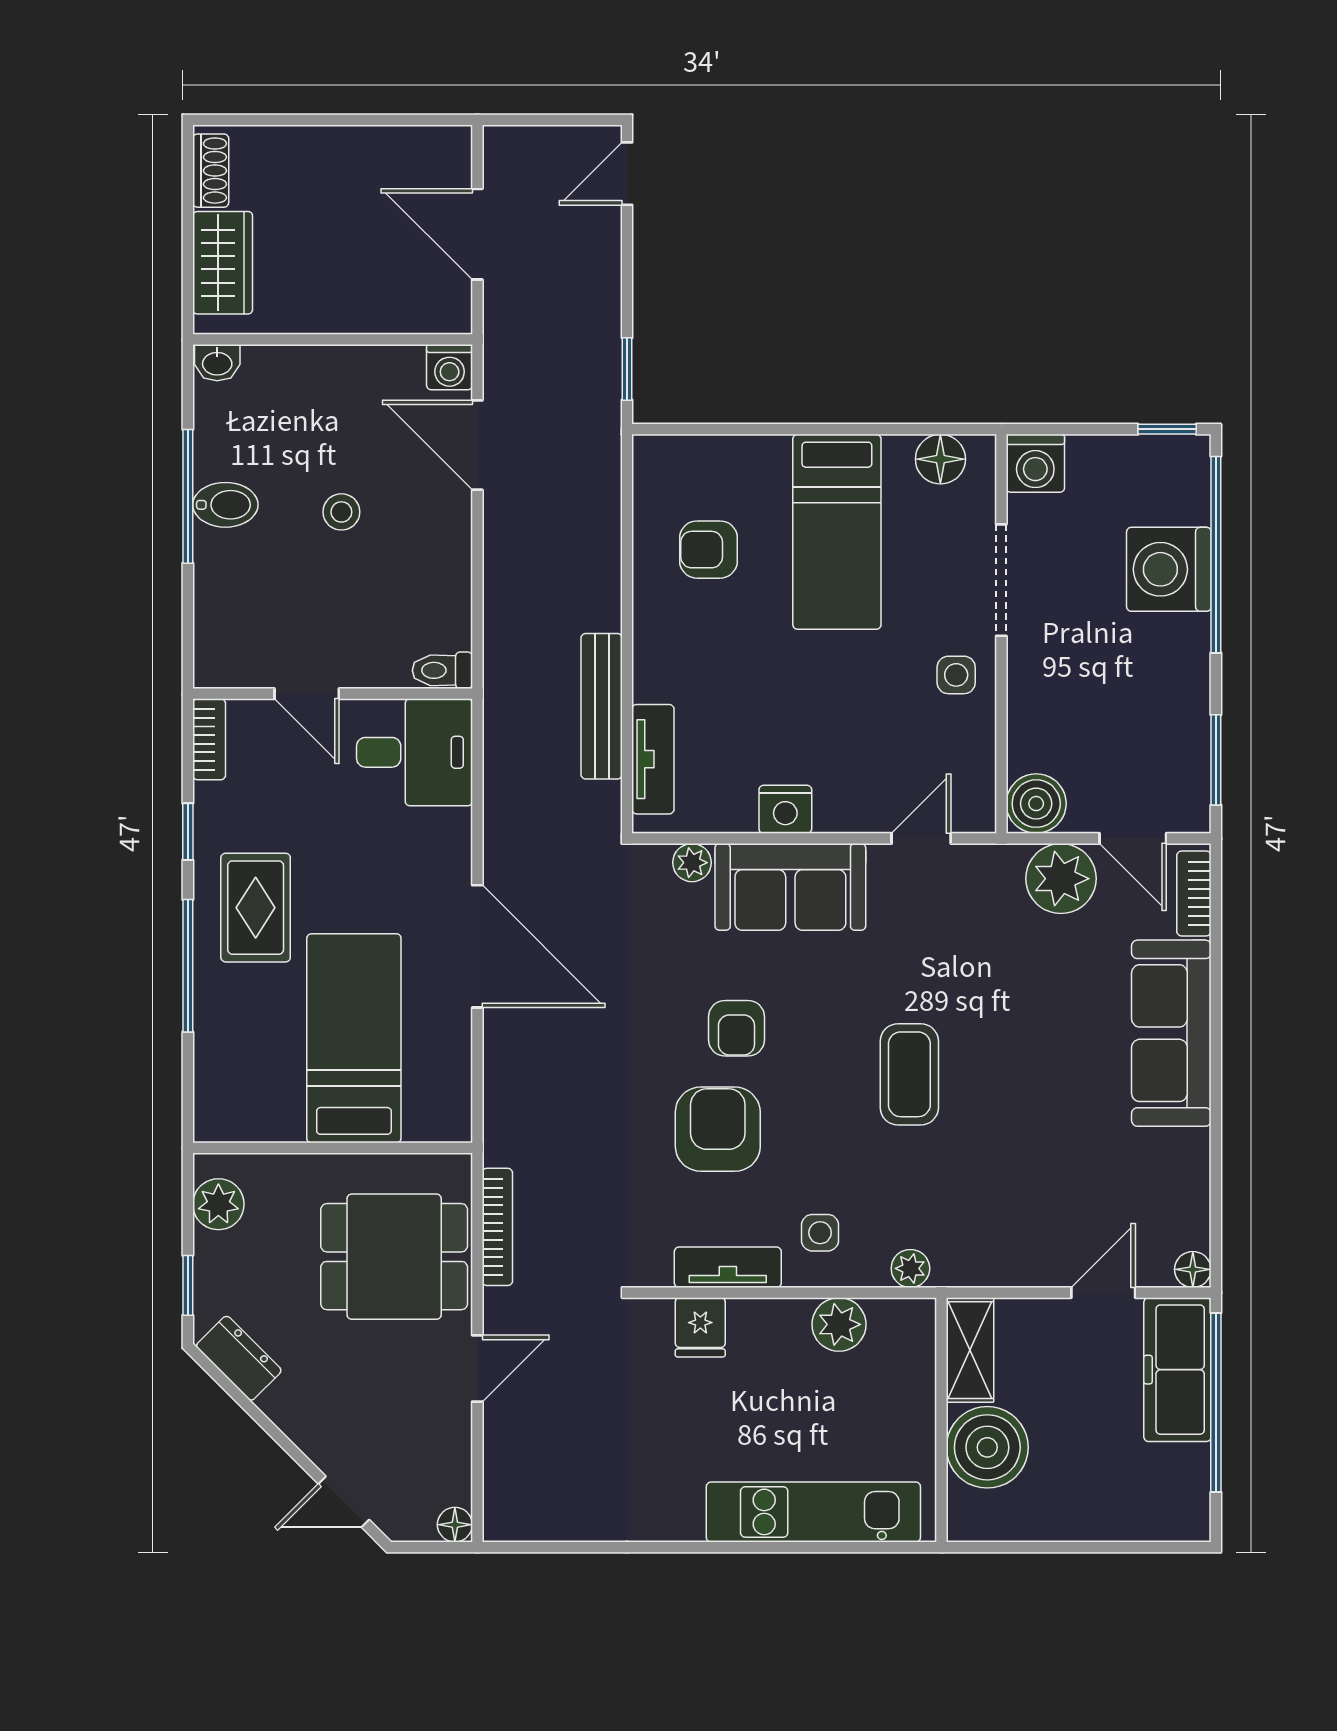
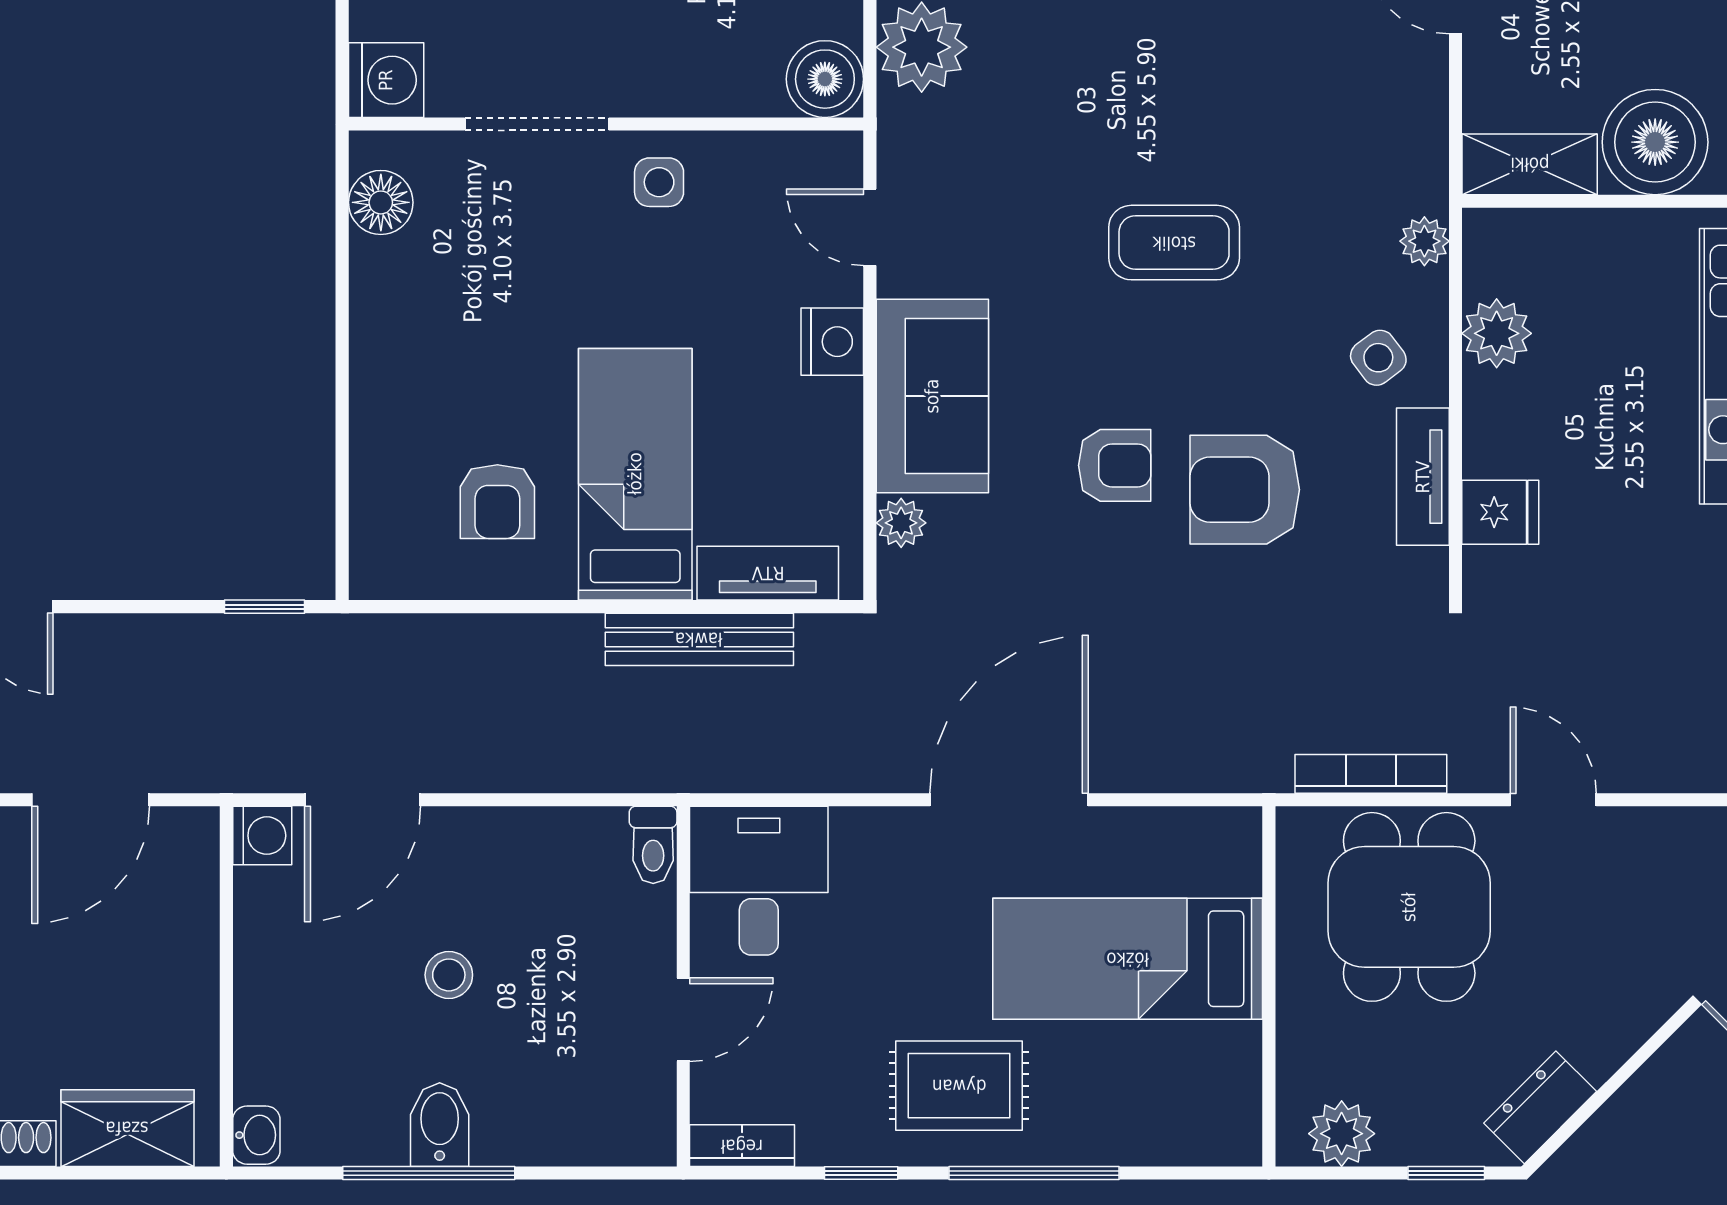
bed: (837, 532) -> (635, 474), moved, turned -90
nightstand: (785, 809) -> (832, 342), moved
side table: (820, 1233) -> (1378, 358), turned -37

